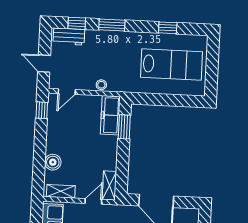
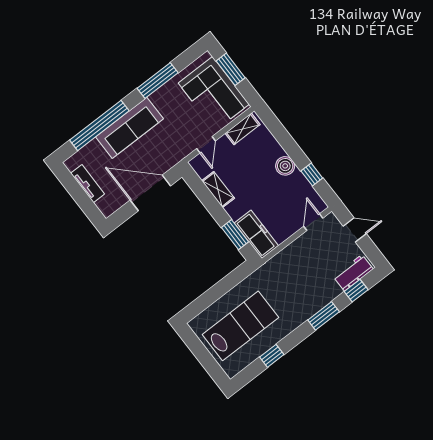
lab bench: (172, 65) -> (240, 326), turned 180
stool: (101, 85) -> (288, 255), removed
window: (42, 110) -> (312, 174), moved
boiler: (53, 162) -> (285, 166), moved
shelving: (109, 185) -> (218, 189), moved

